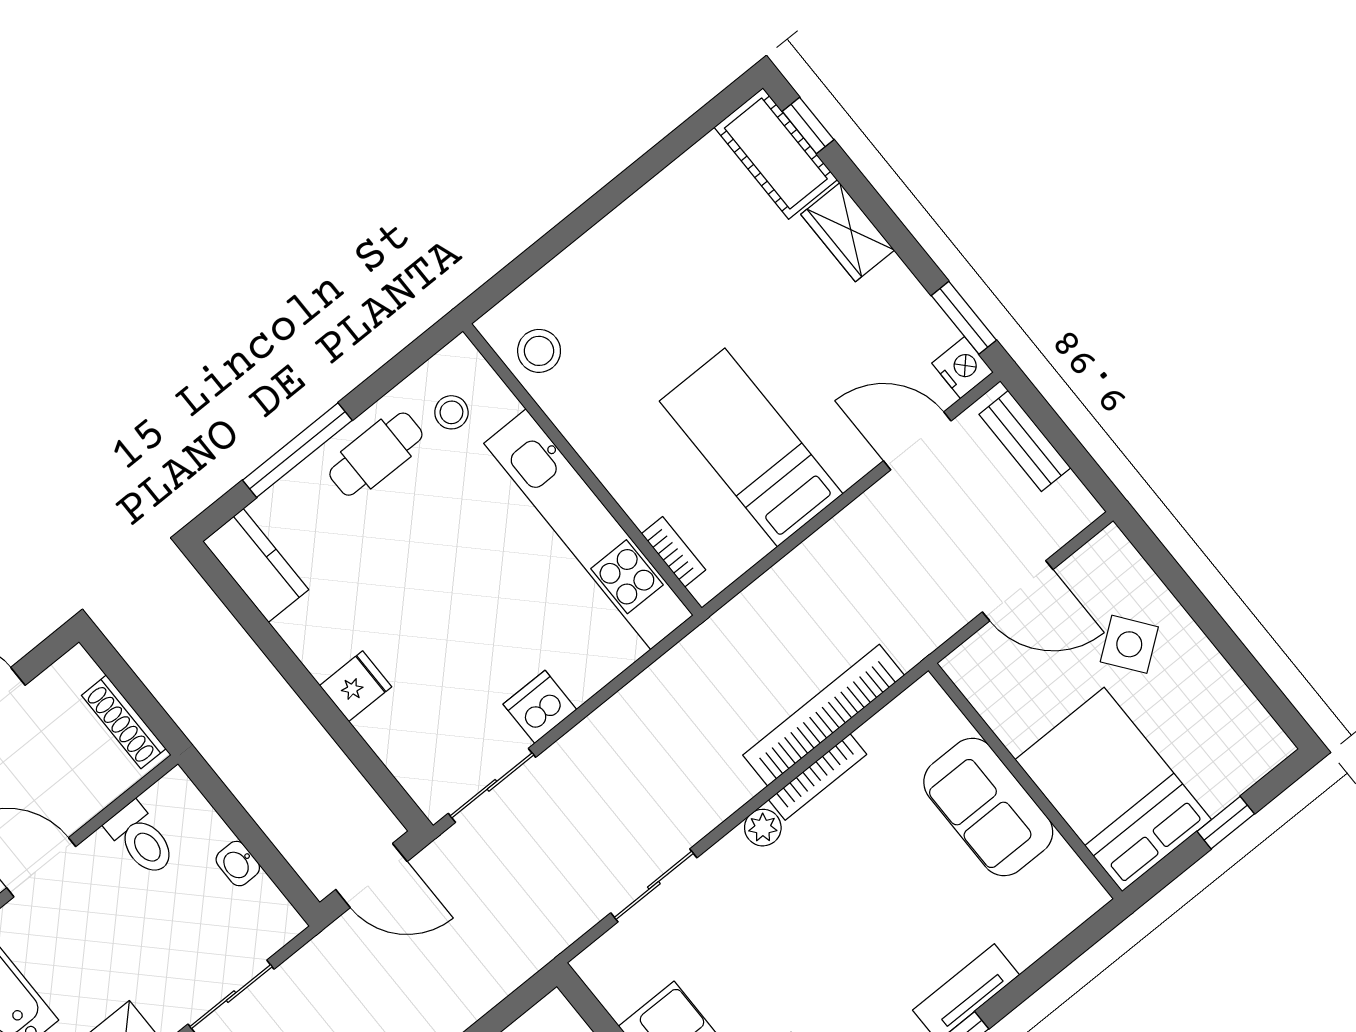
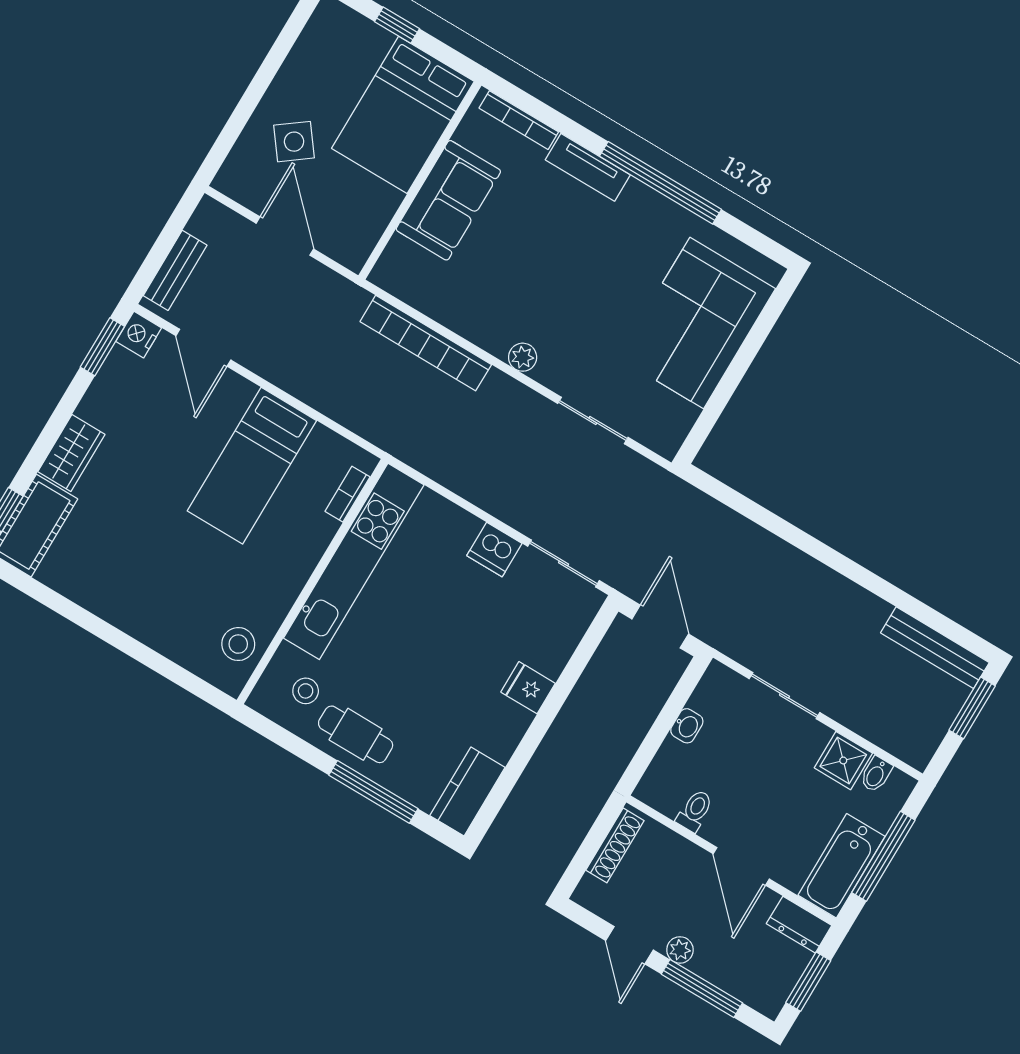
bookcase: (818, 777) -> (519, 120), moved, turned 180
toilet: (141, 839) -> (695, 811), width x0.73, depth x0.72

